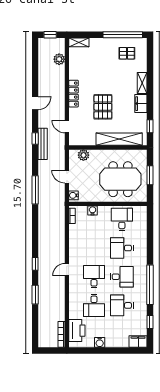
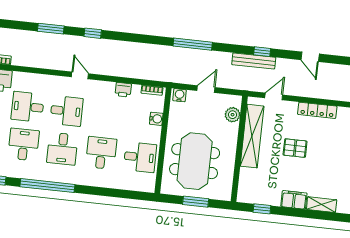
pallet: (103, 107) -> (295, 148), width x0.67, depth x0.71
shelving: (119, 139) -> (252, 136), moved
printer: (74, 237) -> (123, 90), added

